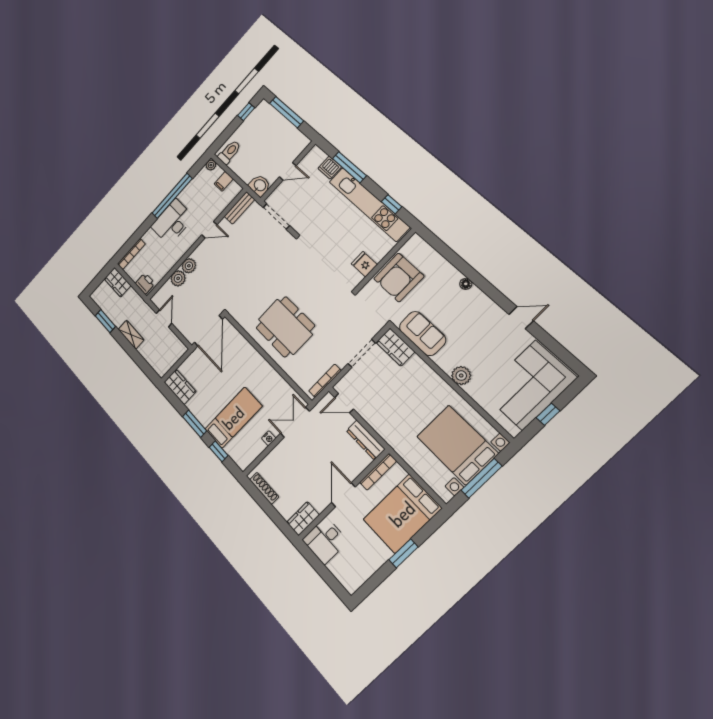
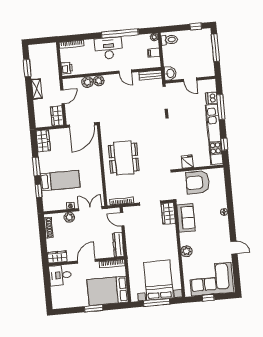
wardrobe: (118, 282) -> (57, 116), moved
plant: (278, 454) -> (69, 217), added

